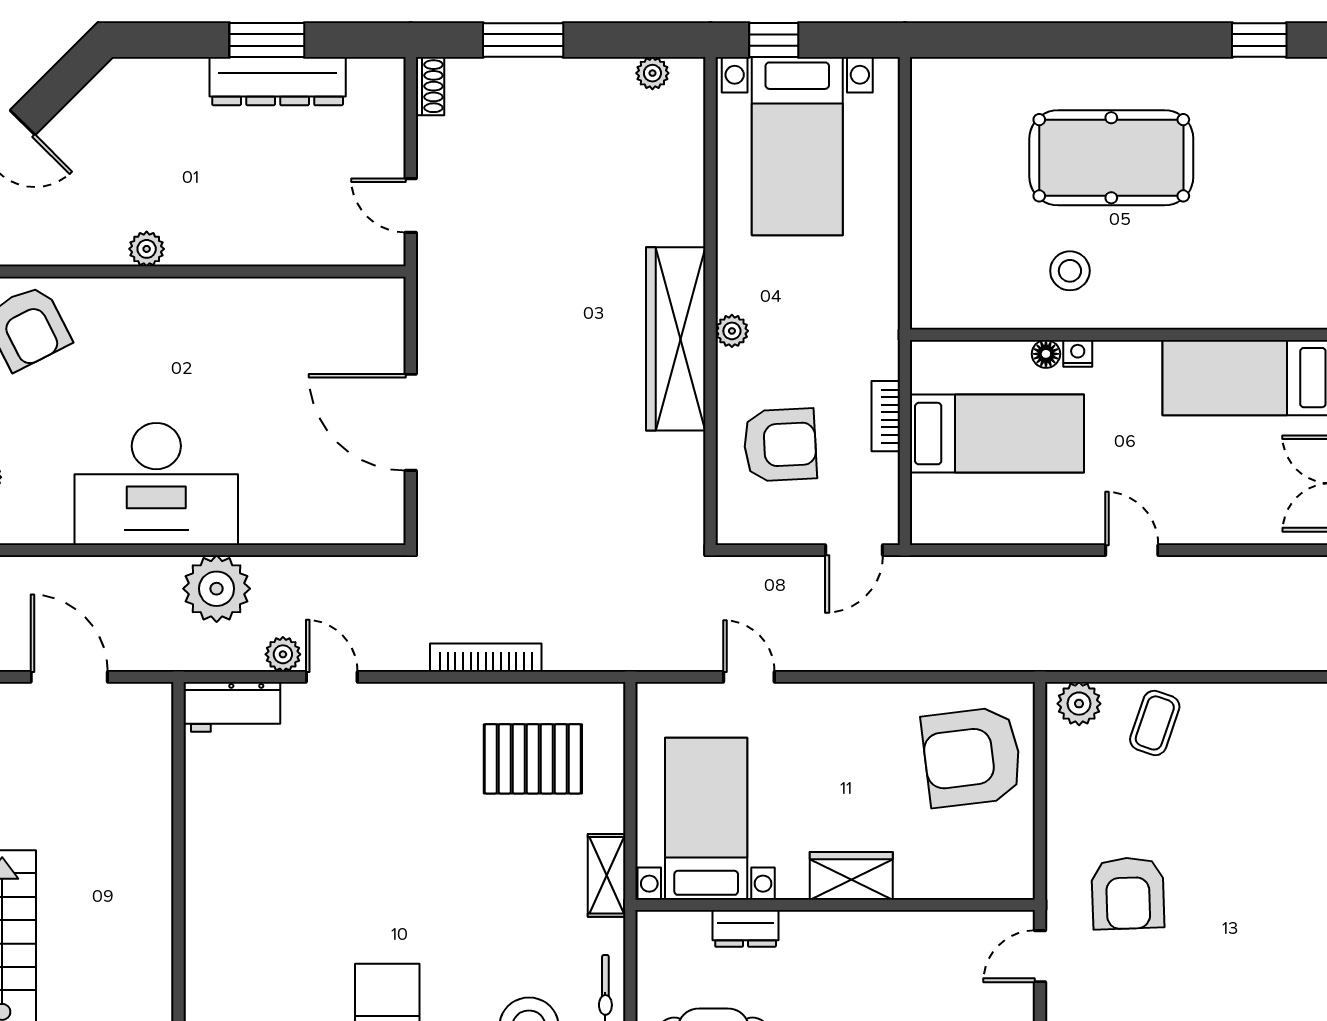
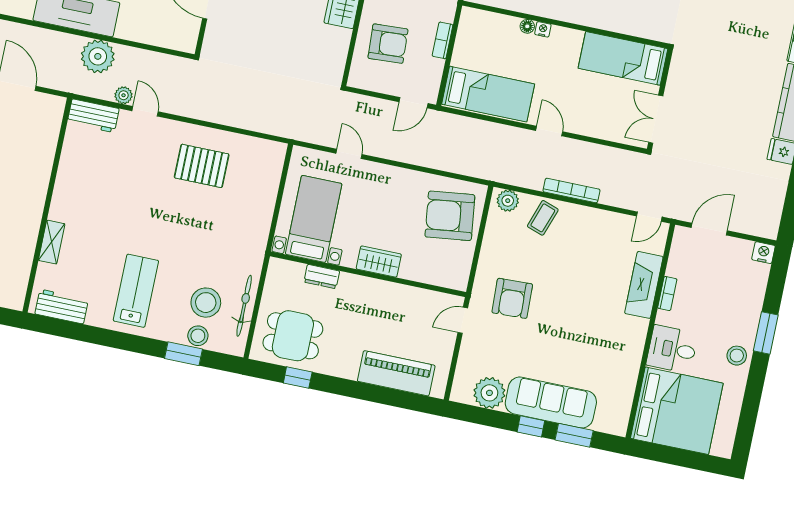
bed: (997, 434) -> (488, 94), moved
bookcase: (486, 658) -> (571, 190), moved
pallet: (533, 759) -> (202, 166), moved
shelving: (607, 875) -> (52, 242), moved

